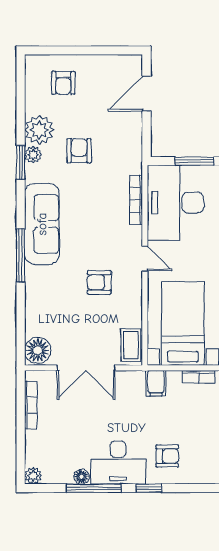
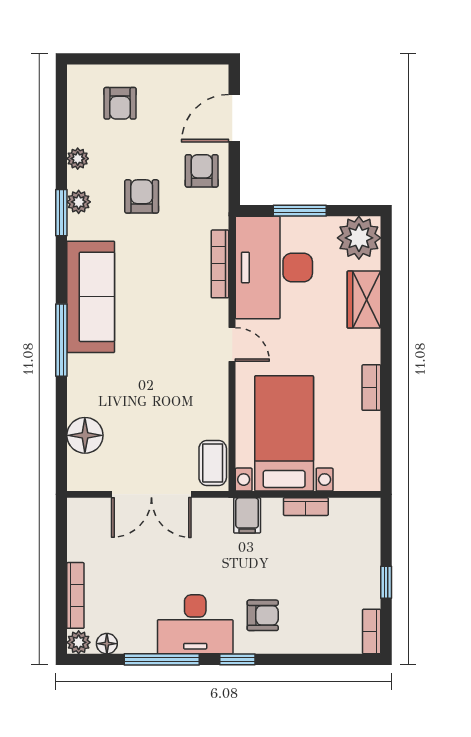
plant: (39, 130) -> (78, 159), width x0.53, depth x0.53
armchair: (99, 282) -> (202, 171), moved, turned 90
floor lamp: (38, 350) -> (85, 435), moved
bookcase: (31, 405) -> (75, 595), moved
floor lamp: (81, 477) -> (107, 644), moved

